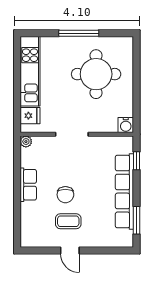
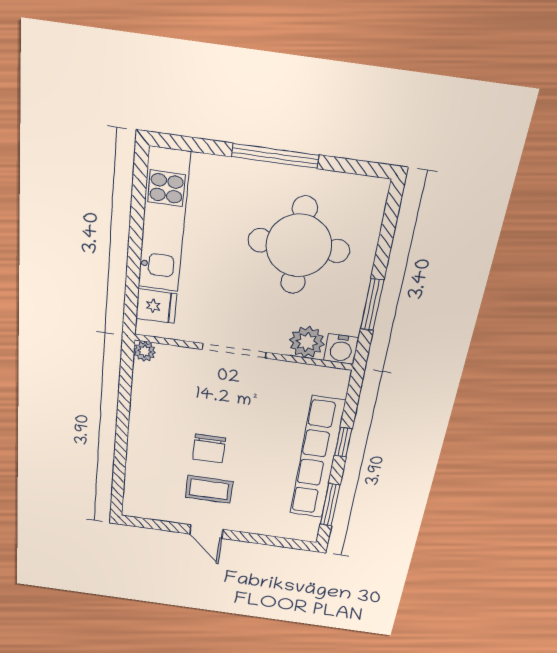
window: (136, 99) -> (372, 305), added
plant: (108, 124) -> (307, 342), added
window: (136, 161) -> (343, 442), moved
row of seats: (28, 185) -> (143, 424), removed

